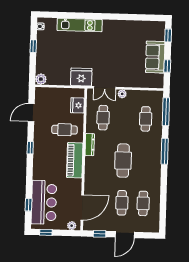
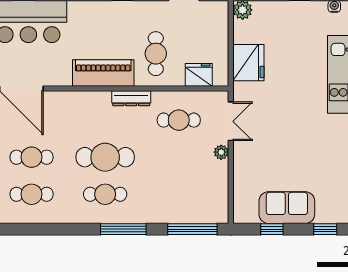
fridge: (81, 77) -> (248, 63), moved
double door: (105, 88) -> (231, 121), swing flipped
cafe table: (146, 119) -> (105, 194), moved

